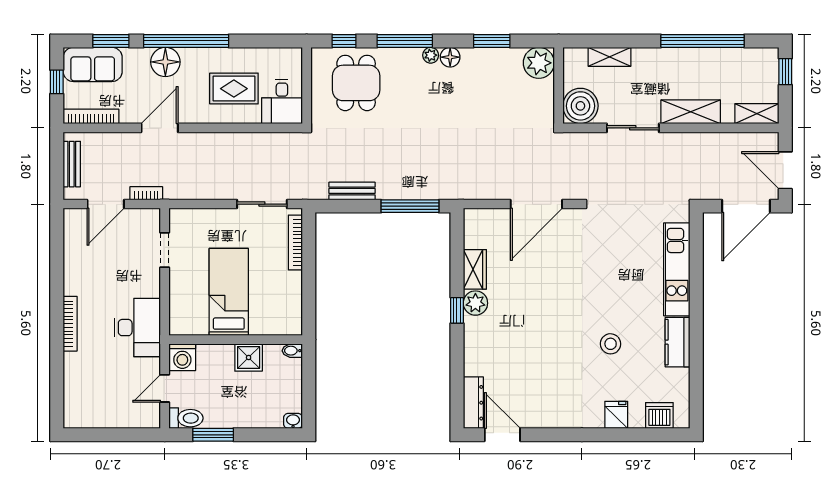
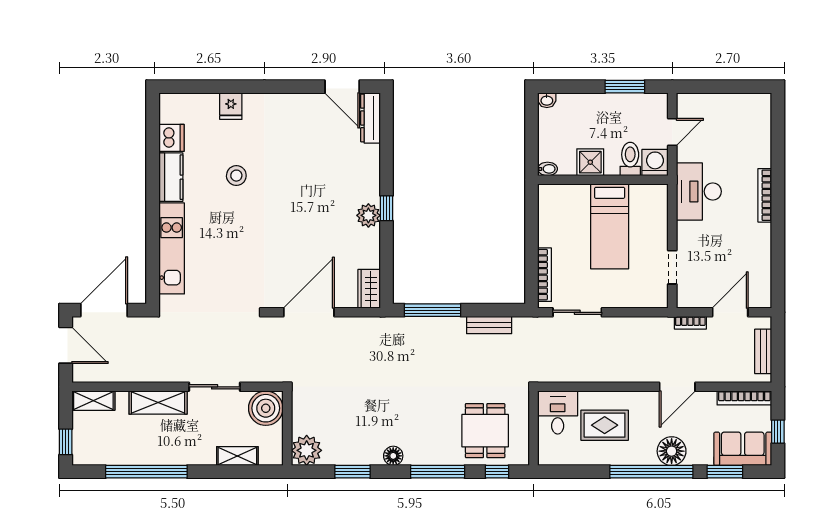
plant: (431, 55) -> (412, 458), removed
wardrobe: (475, 269) -> (369, 289), moved
dishwasher: (659, 416) -> (171, 138), moved, turned -90
toilet: (186, 418) -> (630, 159), moved, turned 90

